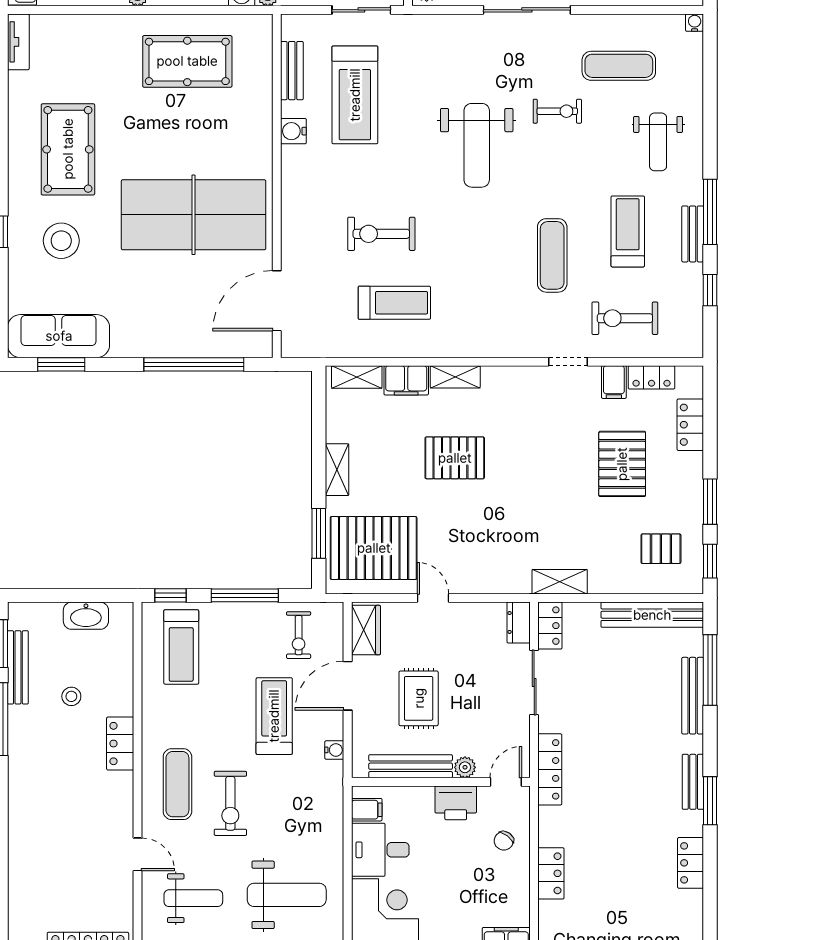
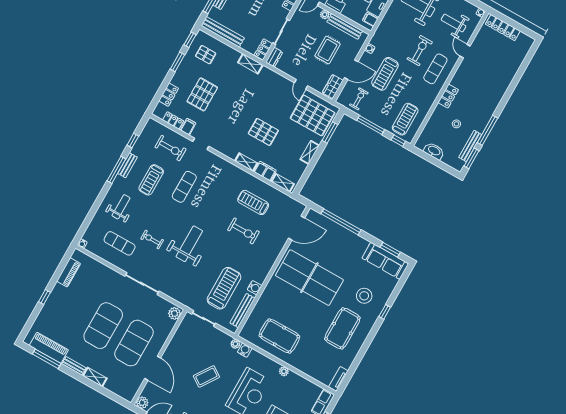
bench: (292, 71) -> (242, 311), width x1.36

